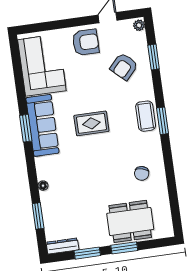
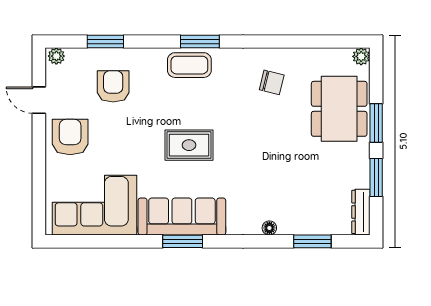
armchair: (124, 67) -> (113, 86), turned -133
rug: (91, 123) -> (189, 145), turned 90
plant: (168, 231) -> (361, 56), added

